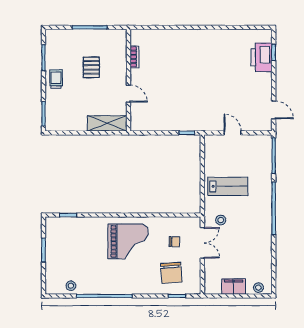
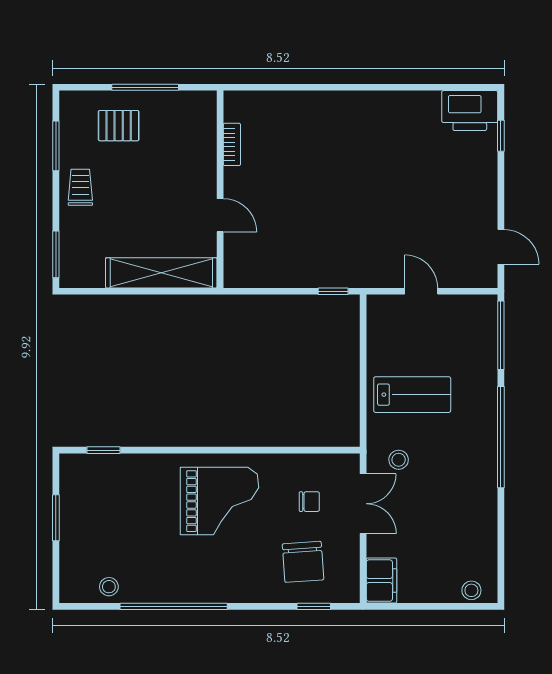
printer: (262, 57) -> (470, 111), moved, turned -90
pallet: (91, 67) -> (119, 126), moved, turned 90
shelving: (107, 123) -> (161, 273), width x1.47
filing cabinet: (234, 286) -> (381, 581), moved, turned 90

